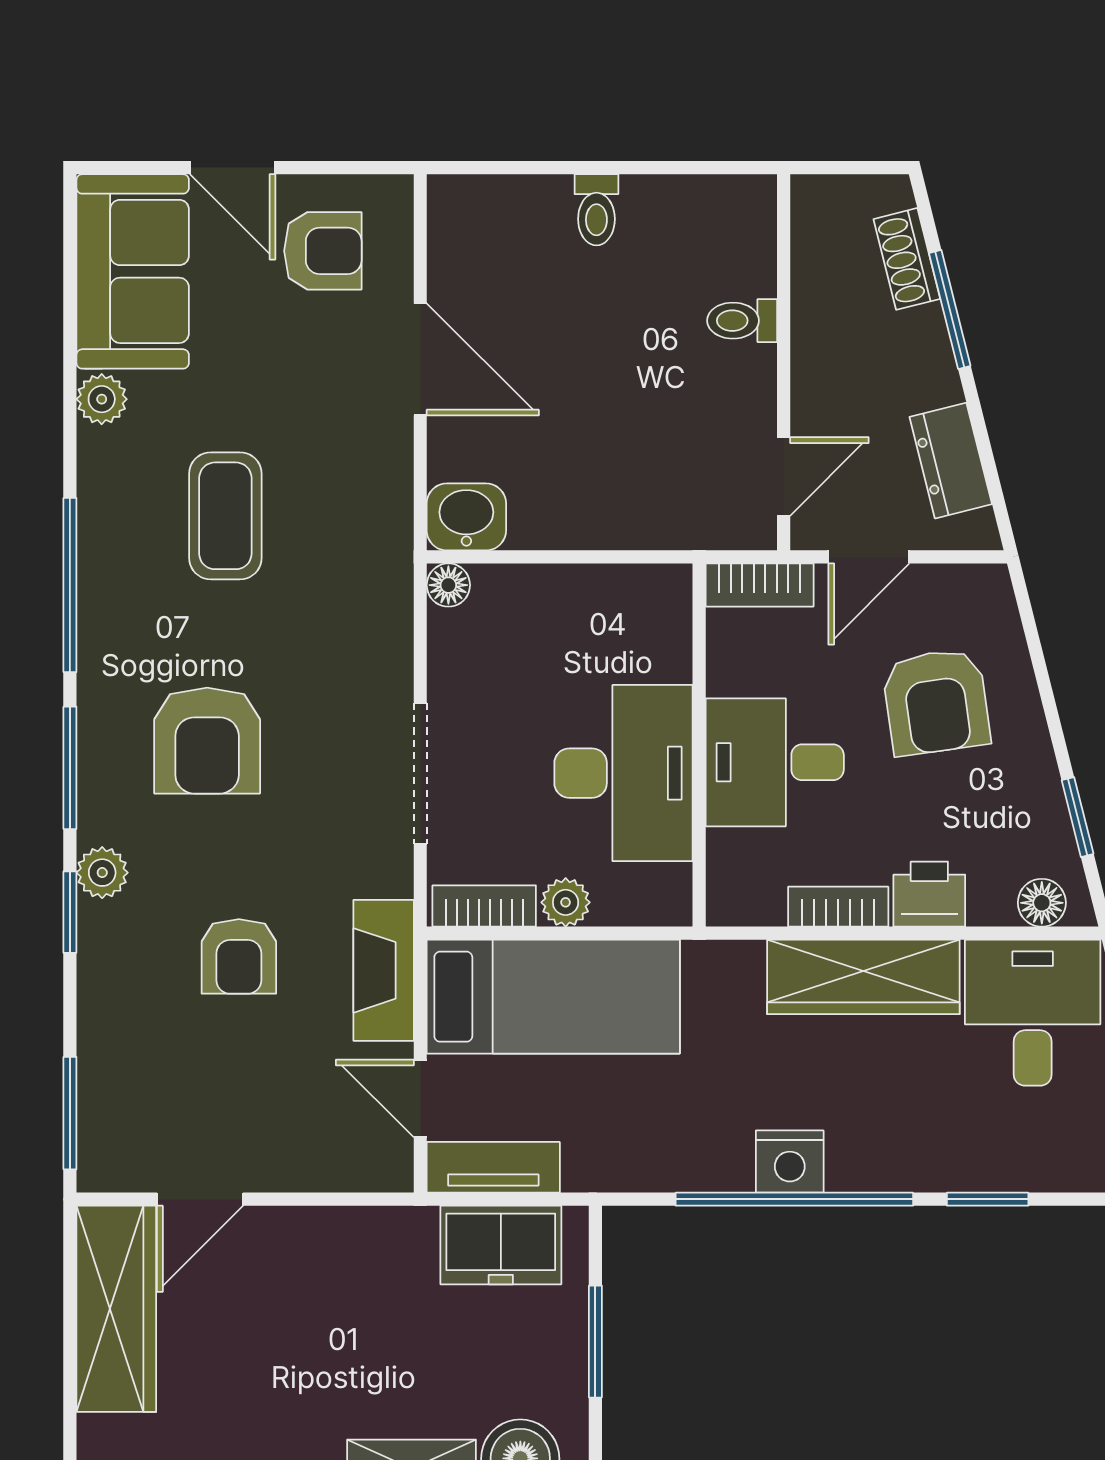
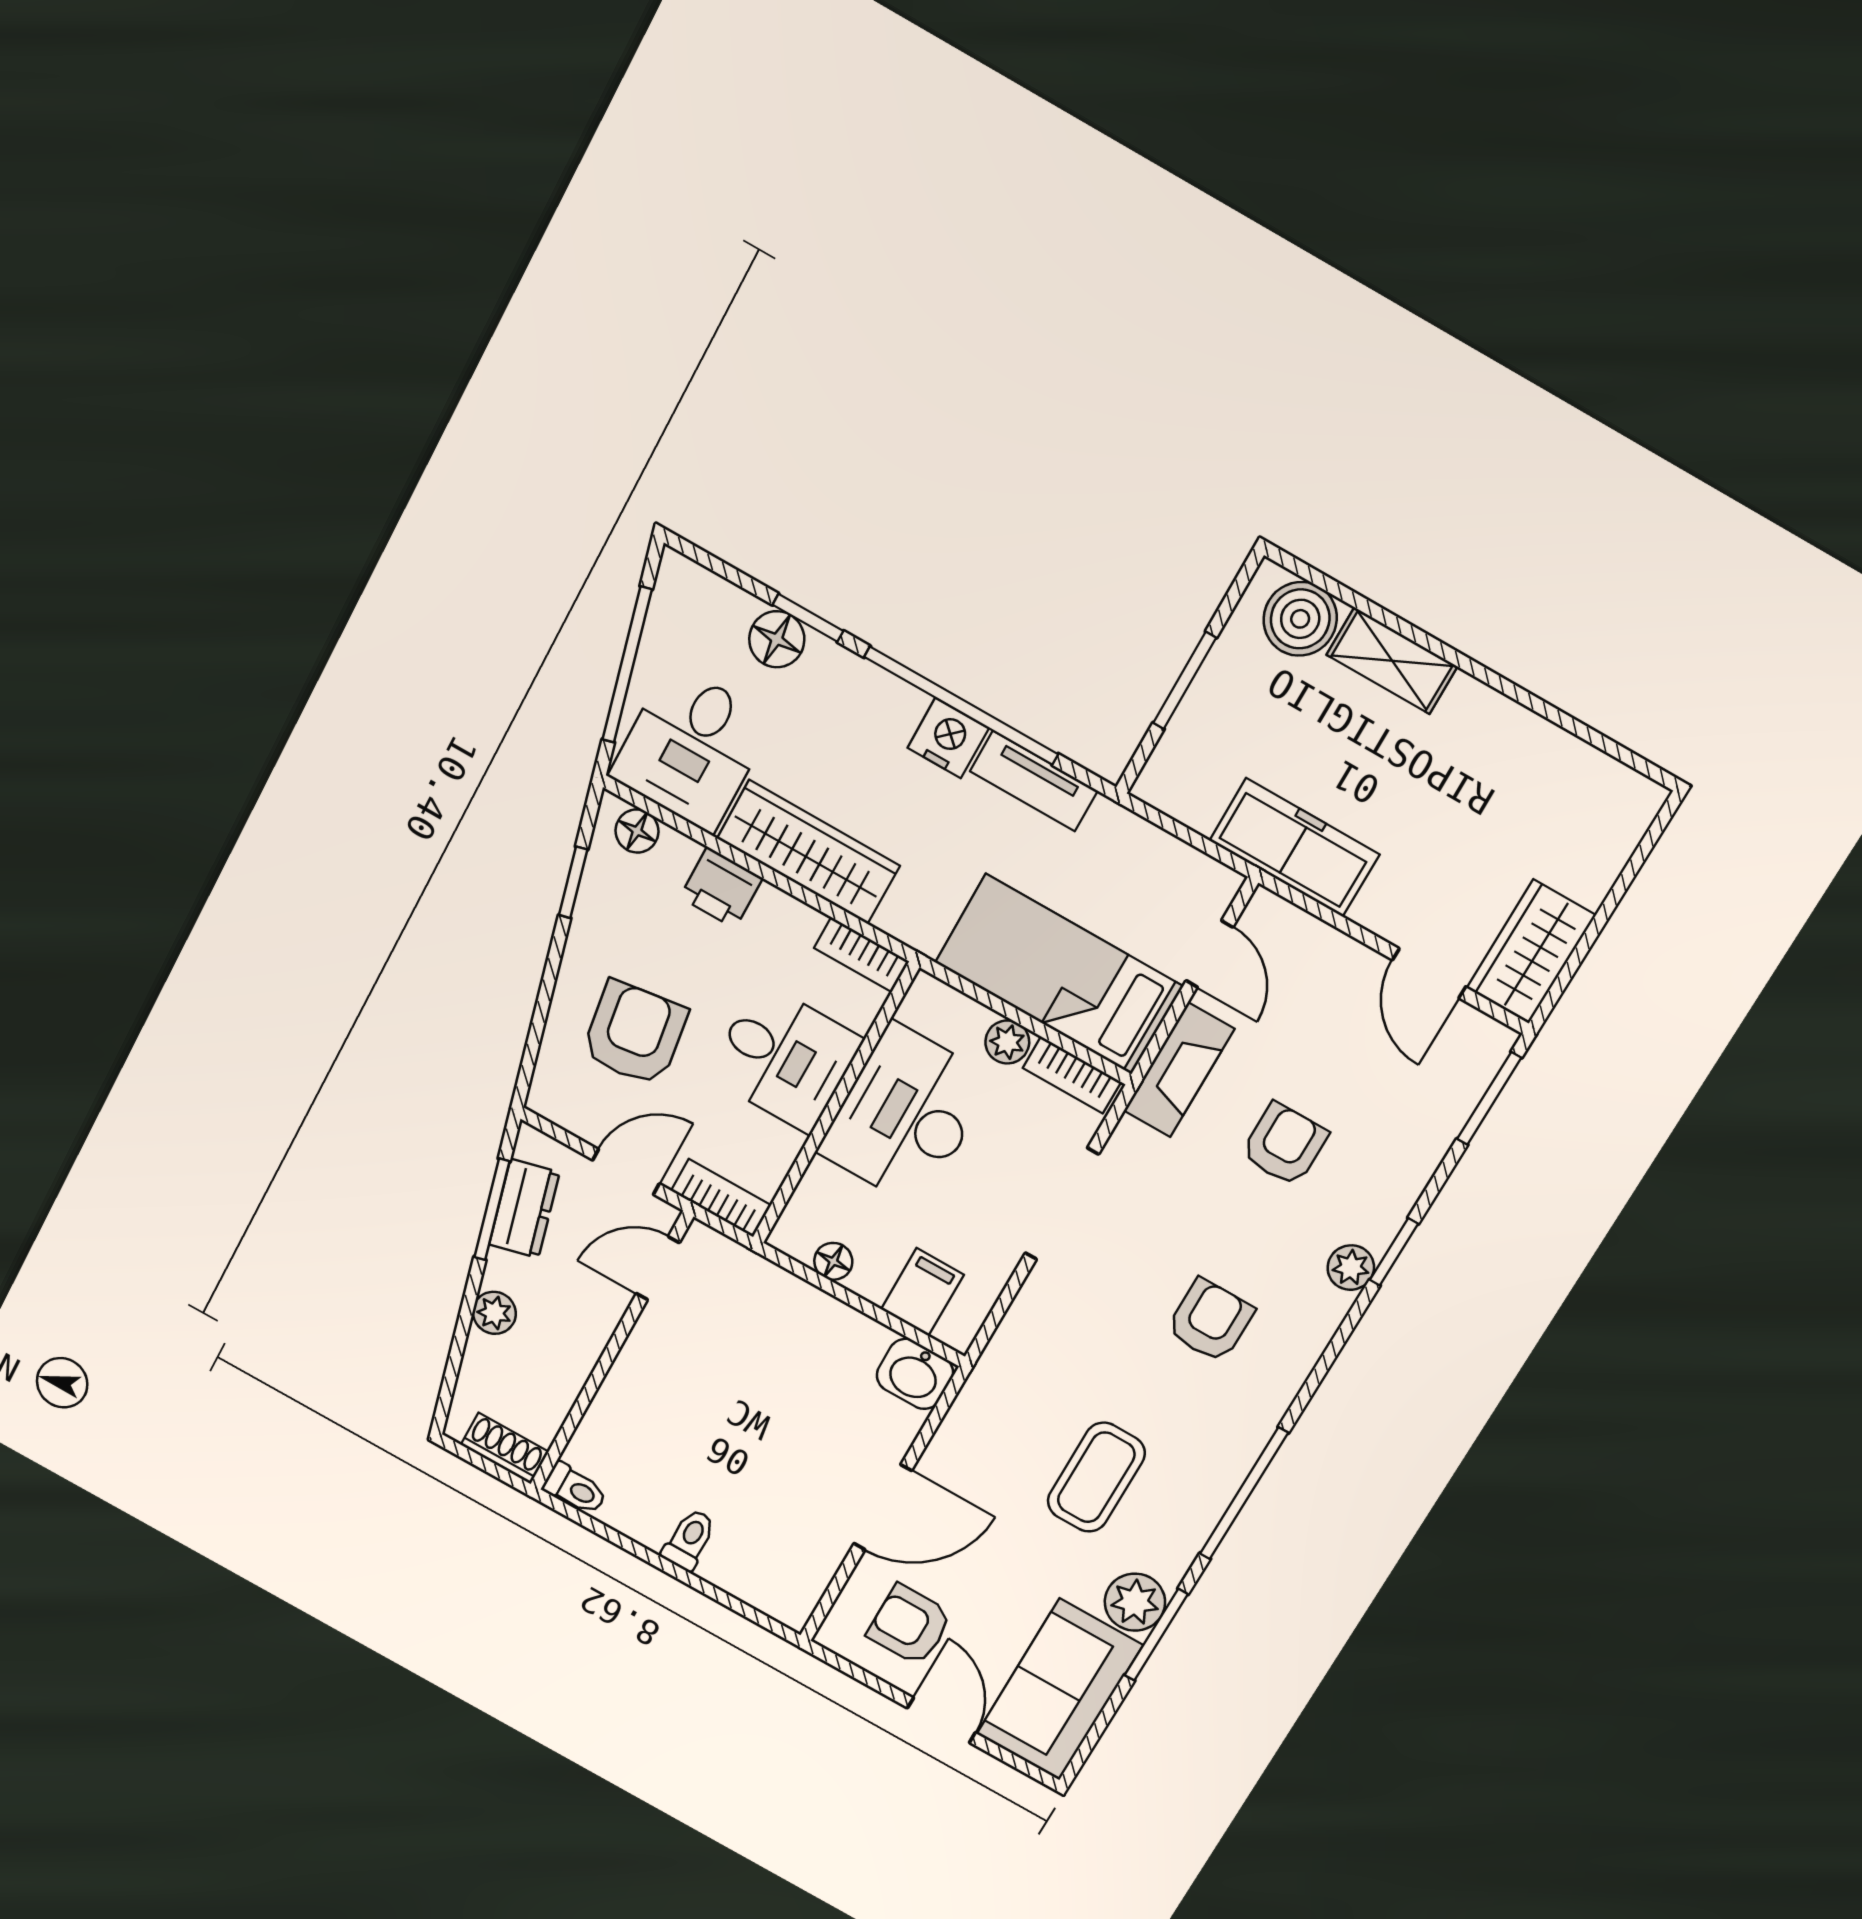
shoe rack: (907, 259) -> (505, 1448), moved, turned -76
window: (950, 309) -> (492, 1209), moved
toilet: (742, 321) -> (575, 1489), moved
plant: (923, 334) -> (494, 1313), added
door: (420, 359) -> (883, 1507), swing flipped
plant: (102, 399) -> (1135, 1602), width x1.38, depth x1.38
floor lamp: (448, 585) -> (833, 1261), moved
filing cabinet: (506, 605) -> (922, 1292), added
armchair: (207, 741) -> (1210, 1321), width x0.72, depth x0.72
window: (70, 768) -> (1156, 1635), moved
bookcase: (838, 907) -> (862, 955), moved
floor lamp: (1007, 1162) -> (777, 639), added
tv unit: (493, 1167) -> (1034, 781), moved
door: (200, 1199) -> (1429, 973), swing flipped
freezer: (501, 1245) -> (1294, 847), moved, width x1.40
wardrobe: (116, 1309) -> (1531, 952), width x0.67

